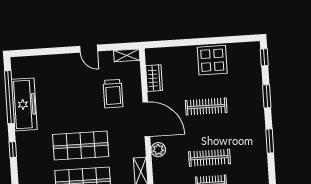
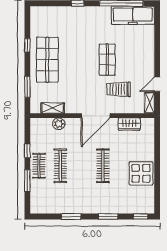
door: (89, 49) -> (157, 84), moved
freezer: (24, 104) -> (133, 15), moved
shop shelf: (81, 146) -> (107, 60), moved, width x0.70, depth x0.74
plant: (158, 150) -> (59, 124), moved

